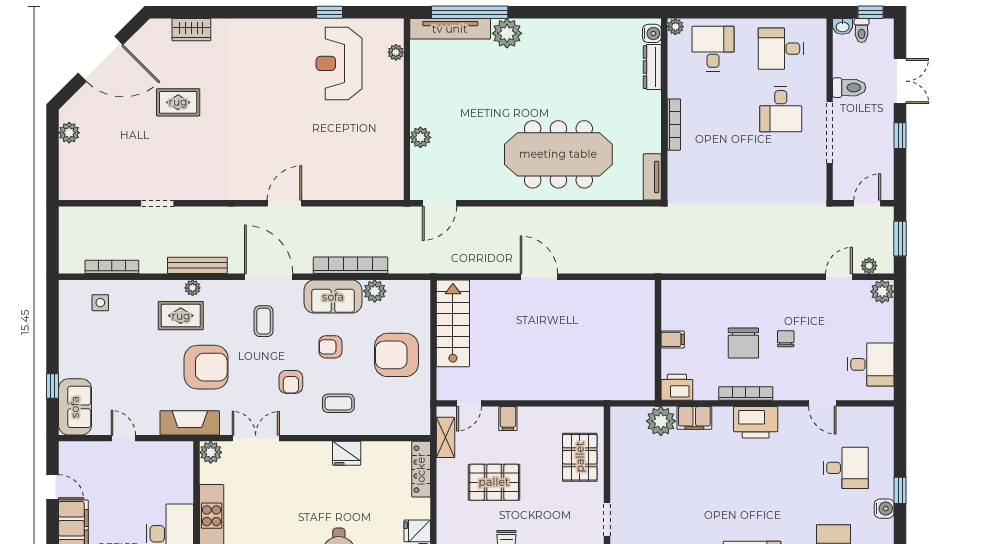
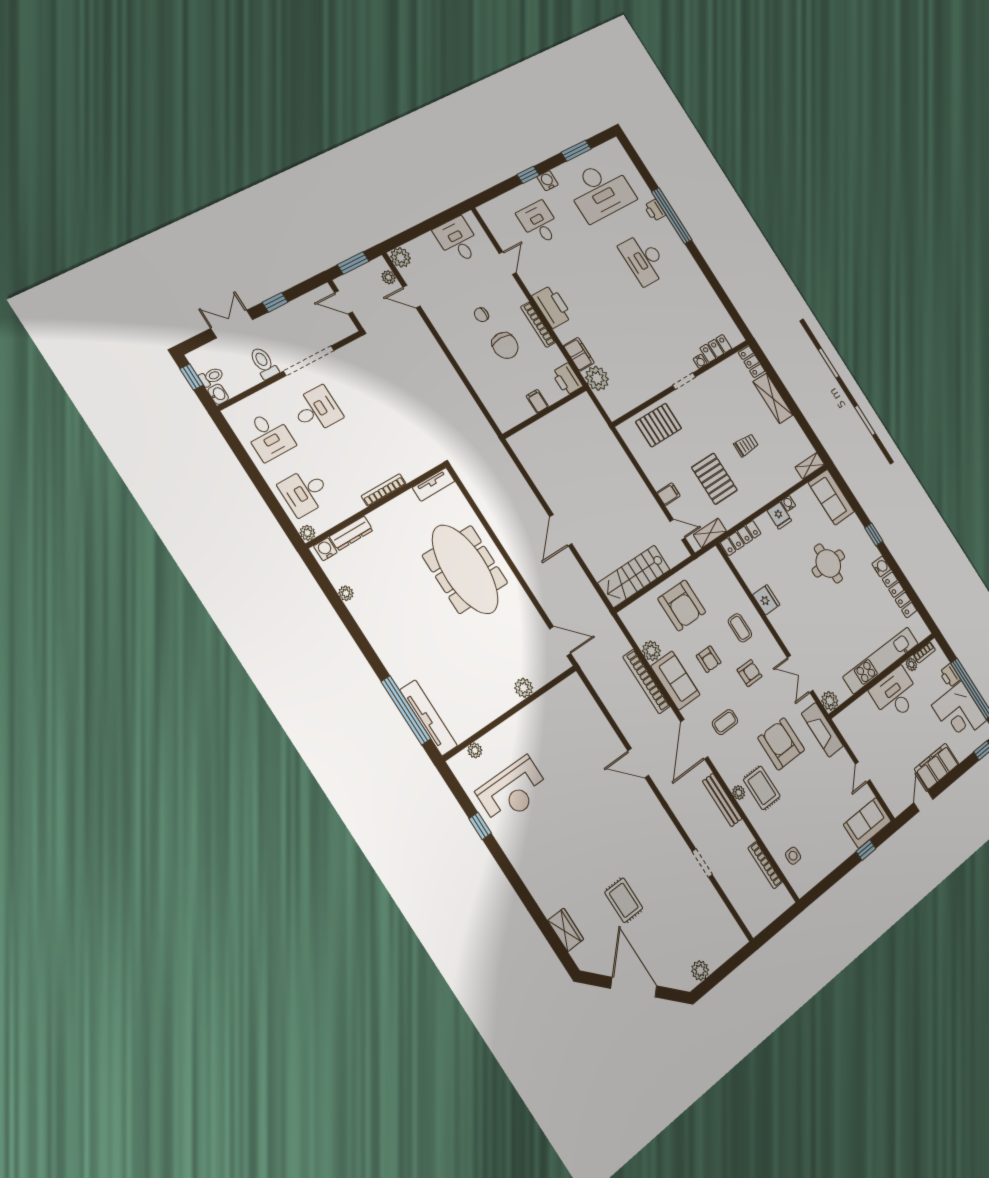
plant: (507, 33) -> (346, 593), moved, width x0.53, depth x0.53
chair: (743, 343) -> (505, 345), turned 90

